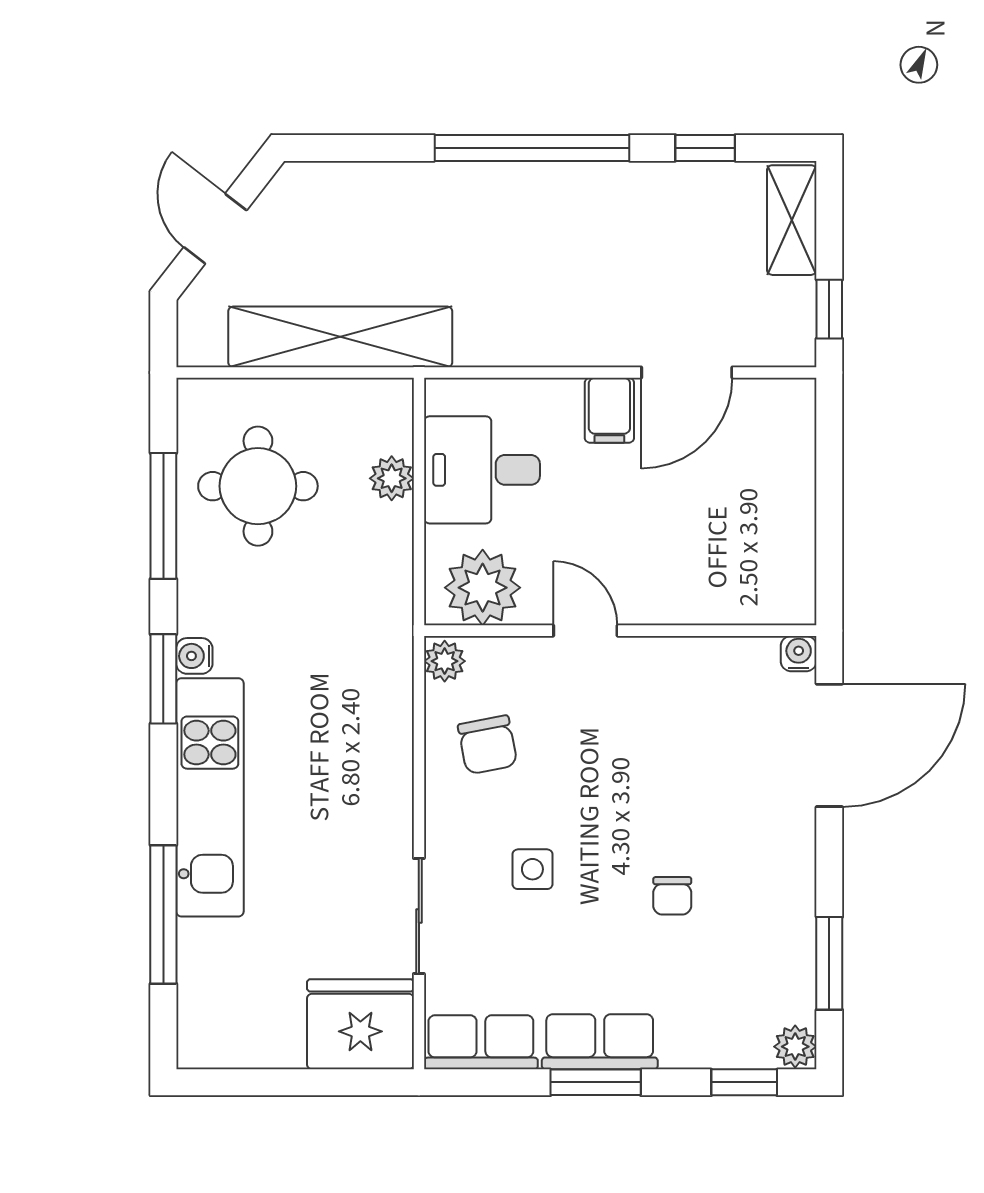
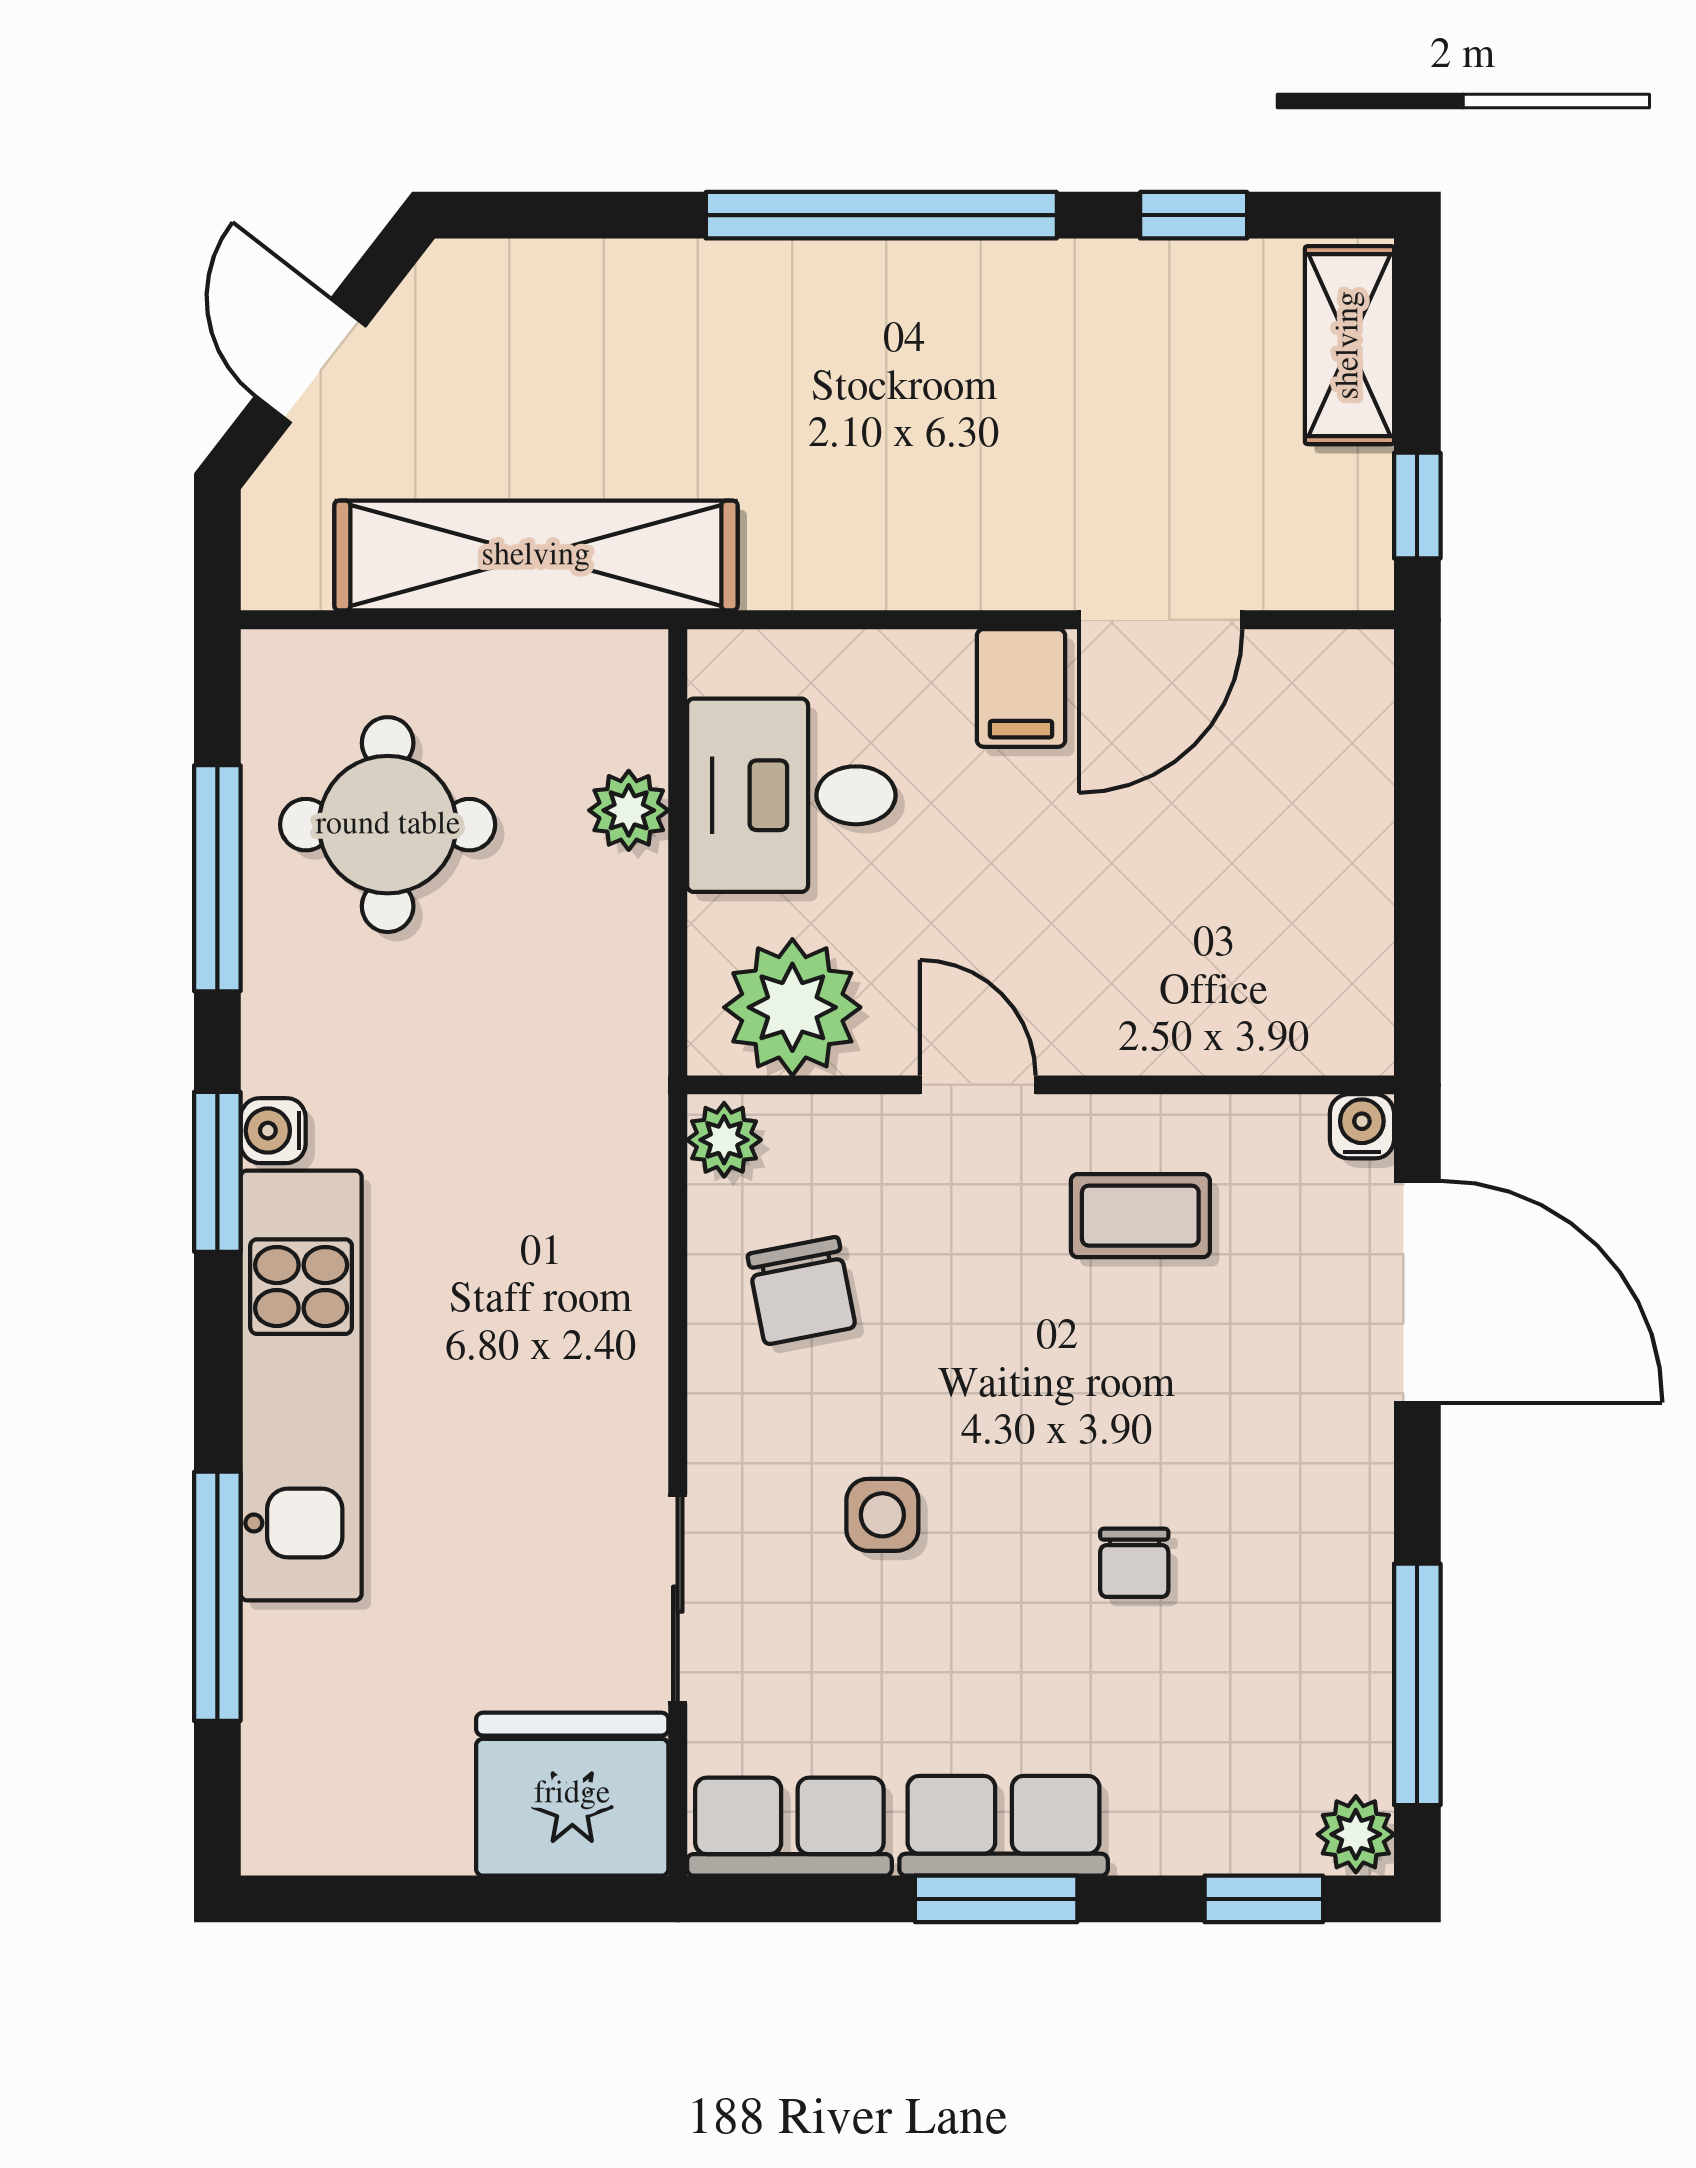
coffee table: (676, 703) -> (1140, 1216), added
door: (829, 745) -> (1417, 1292), hinge flipped
window: (829, 963) -> (1417, 1684), width x1.44

